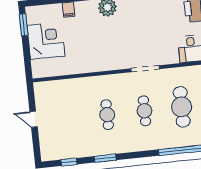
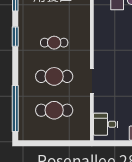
cafe table: (144, 111) -> (54, 76), width x1.37, depth x1.35

